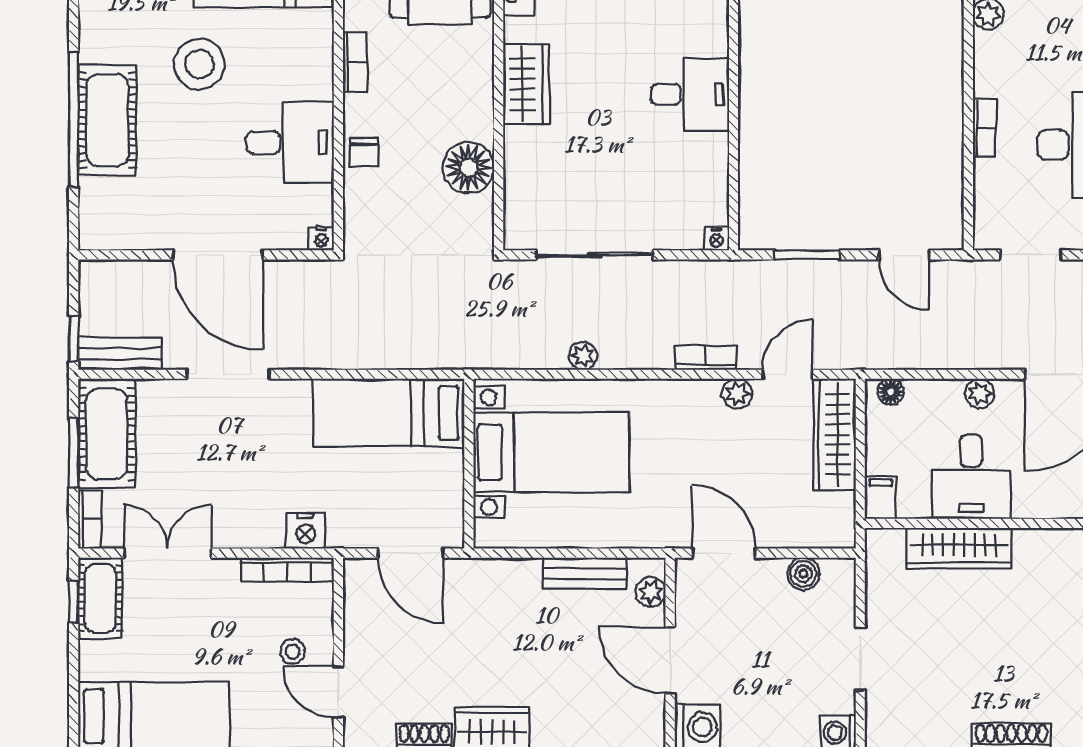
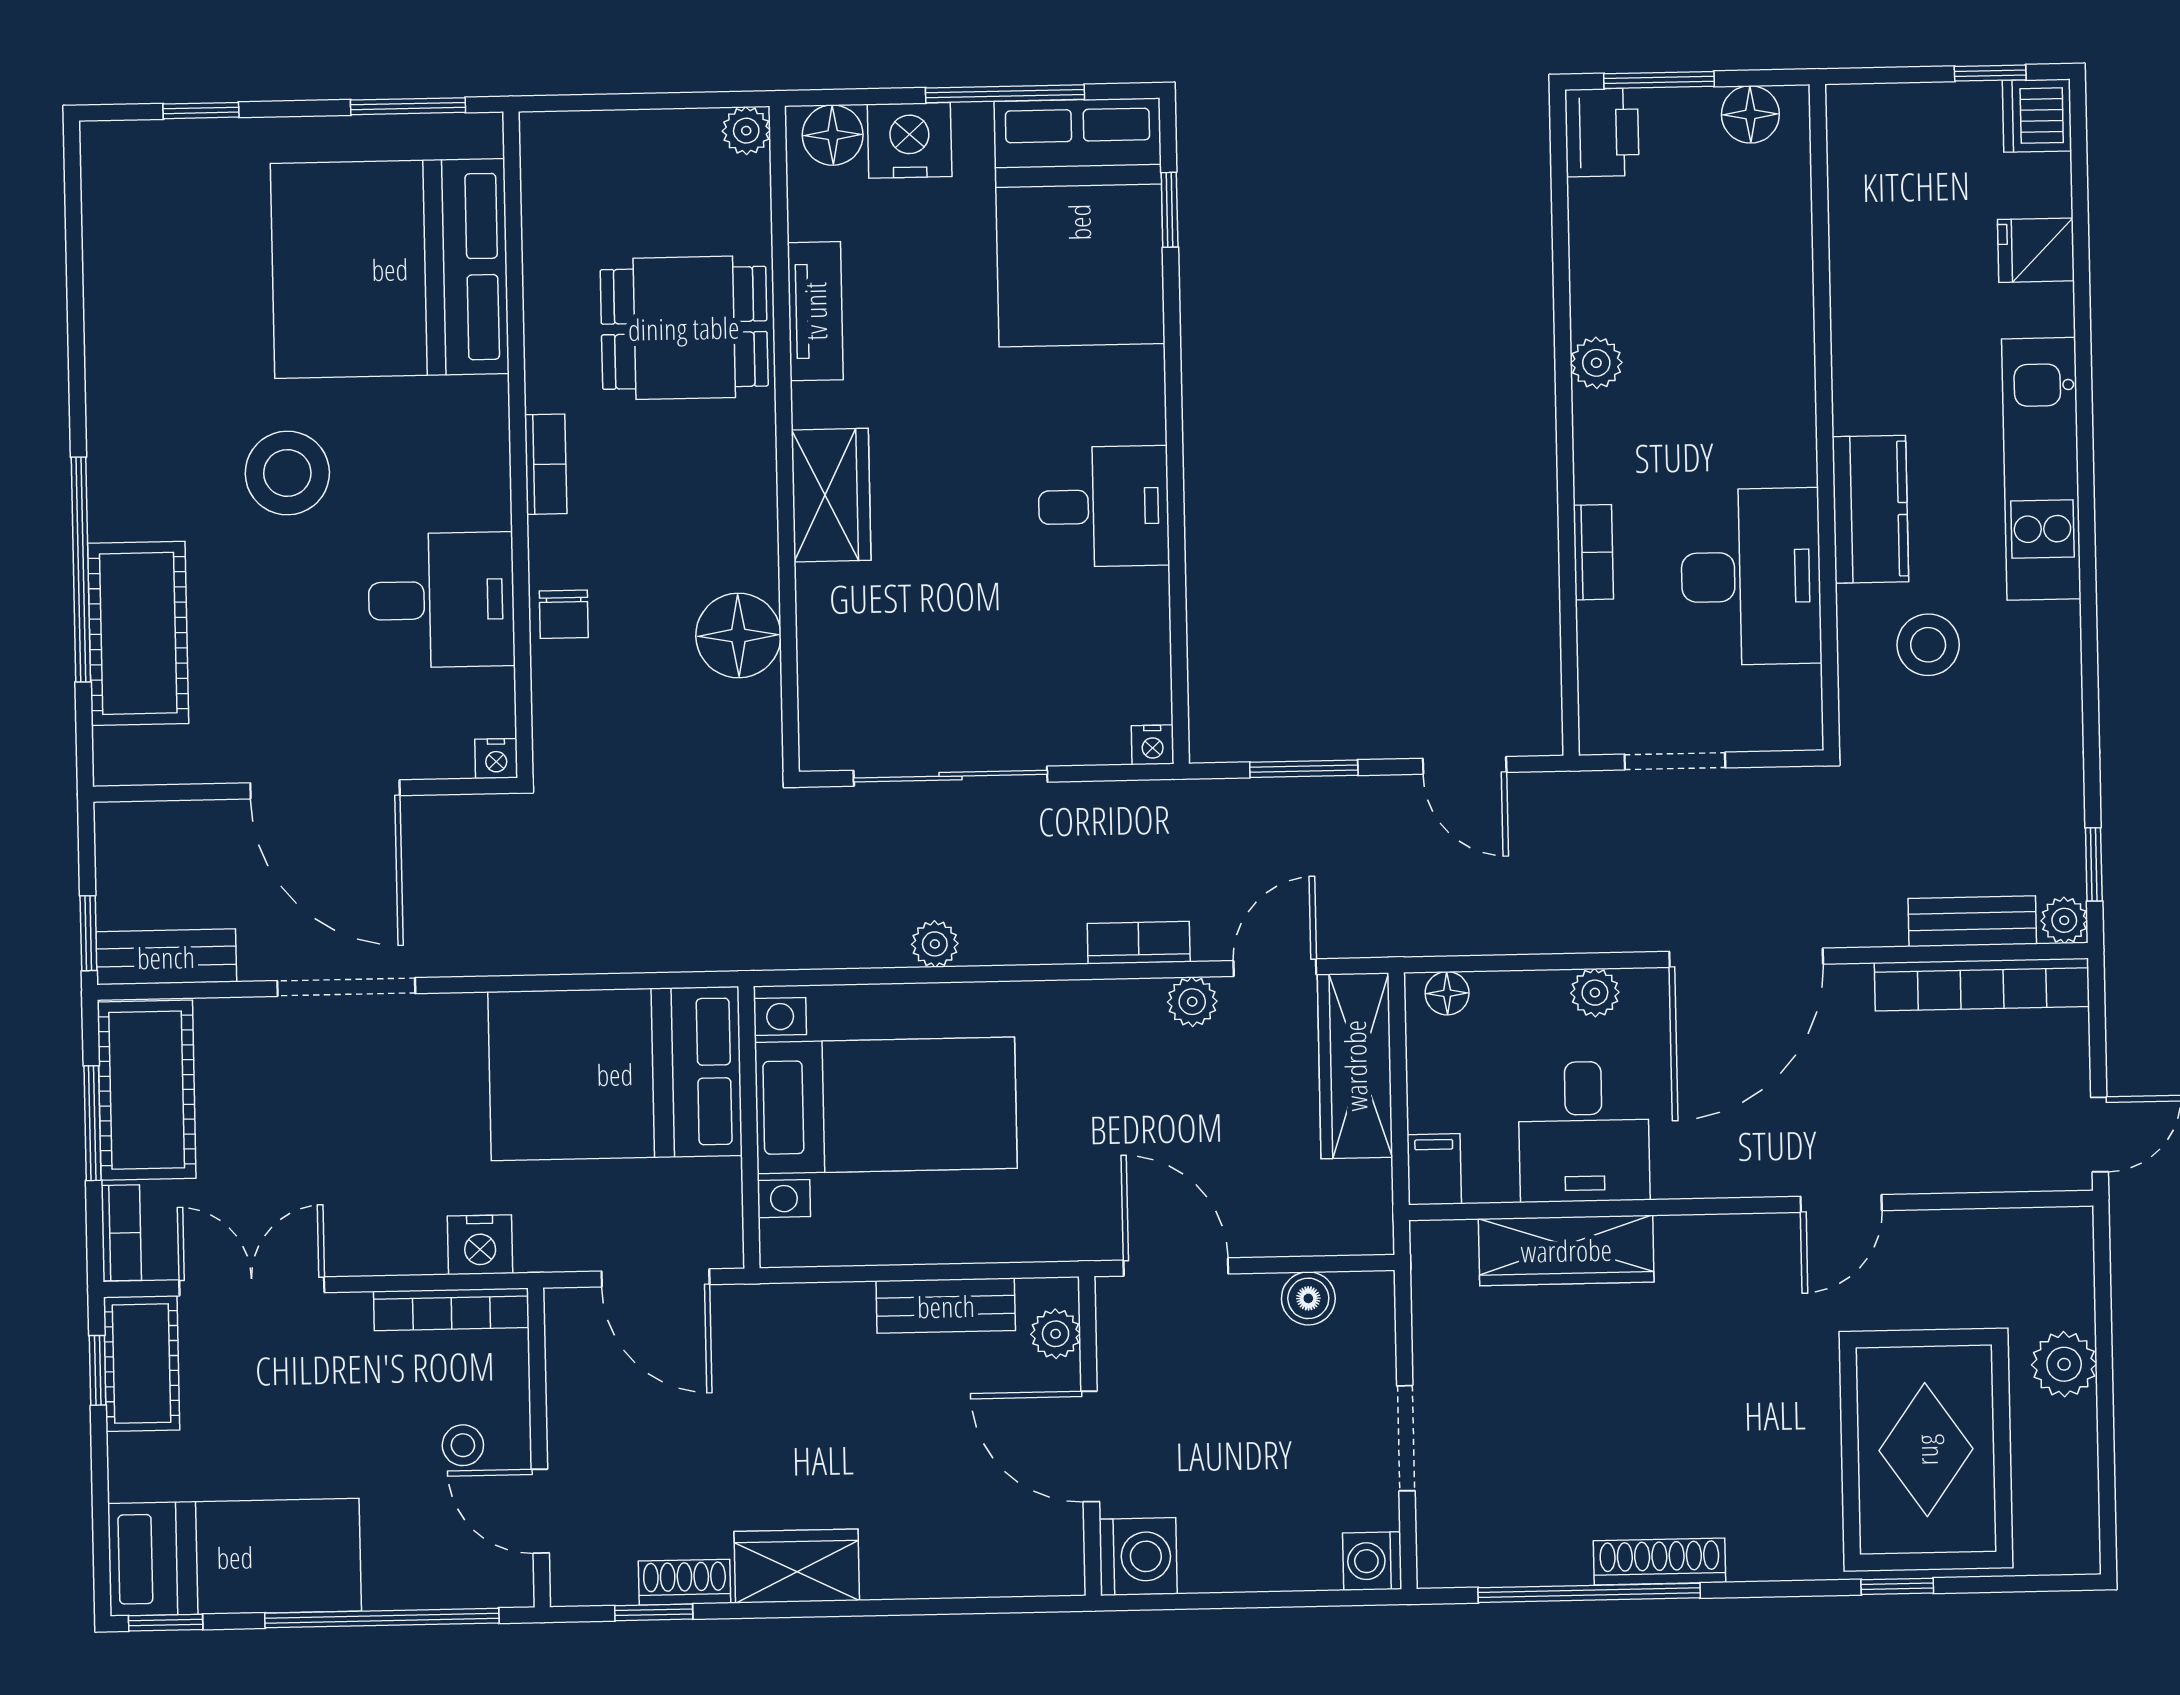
cot: (107, 120) -> (138, 633), moved
bed: (389, 413) -> (615, 1074), width x1.50

